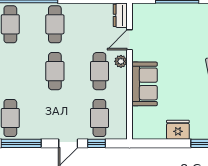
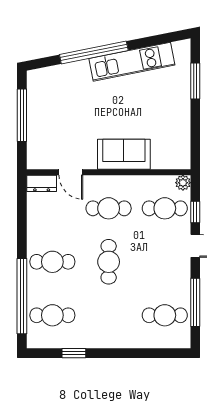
plant: (121, 61) -> (183, 183), moved
cafe table: (55, 71) -> (109, 262), turned 90
fridge: (178, 130) -> (179, 114), removed

